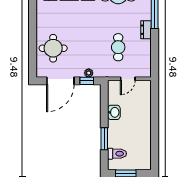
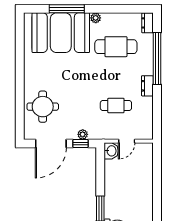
cafe table: (118, 47) -> (116, 105), turned 90
washbasin: (114, 112) -> (111, 151), moved

